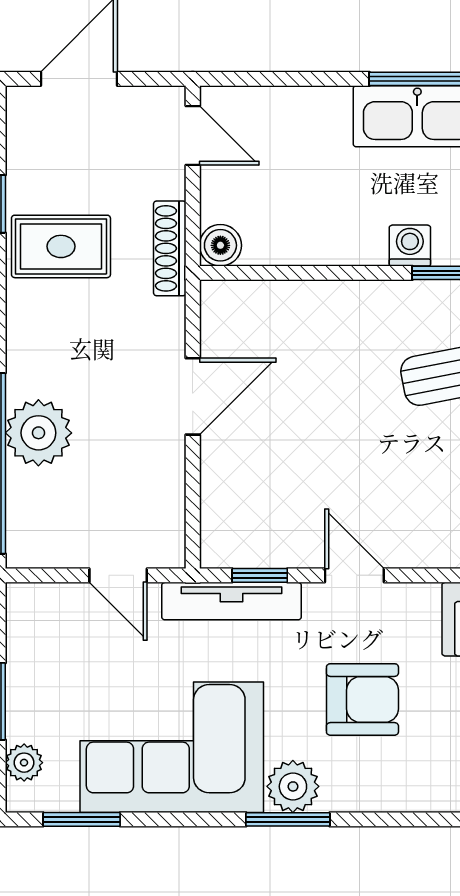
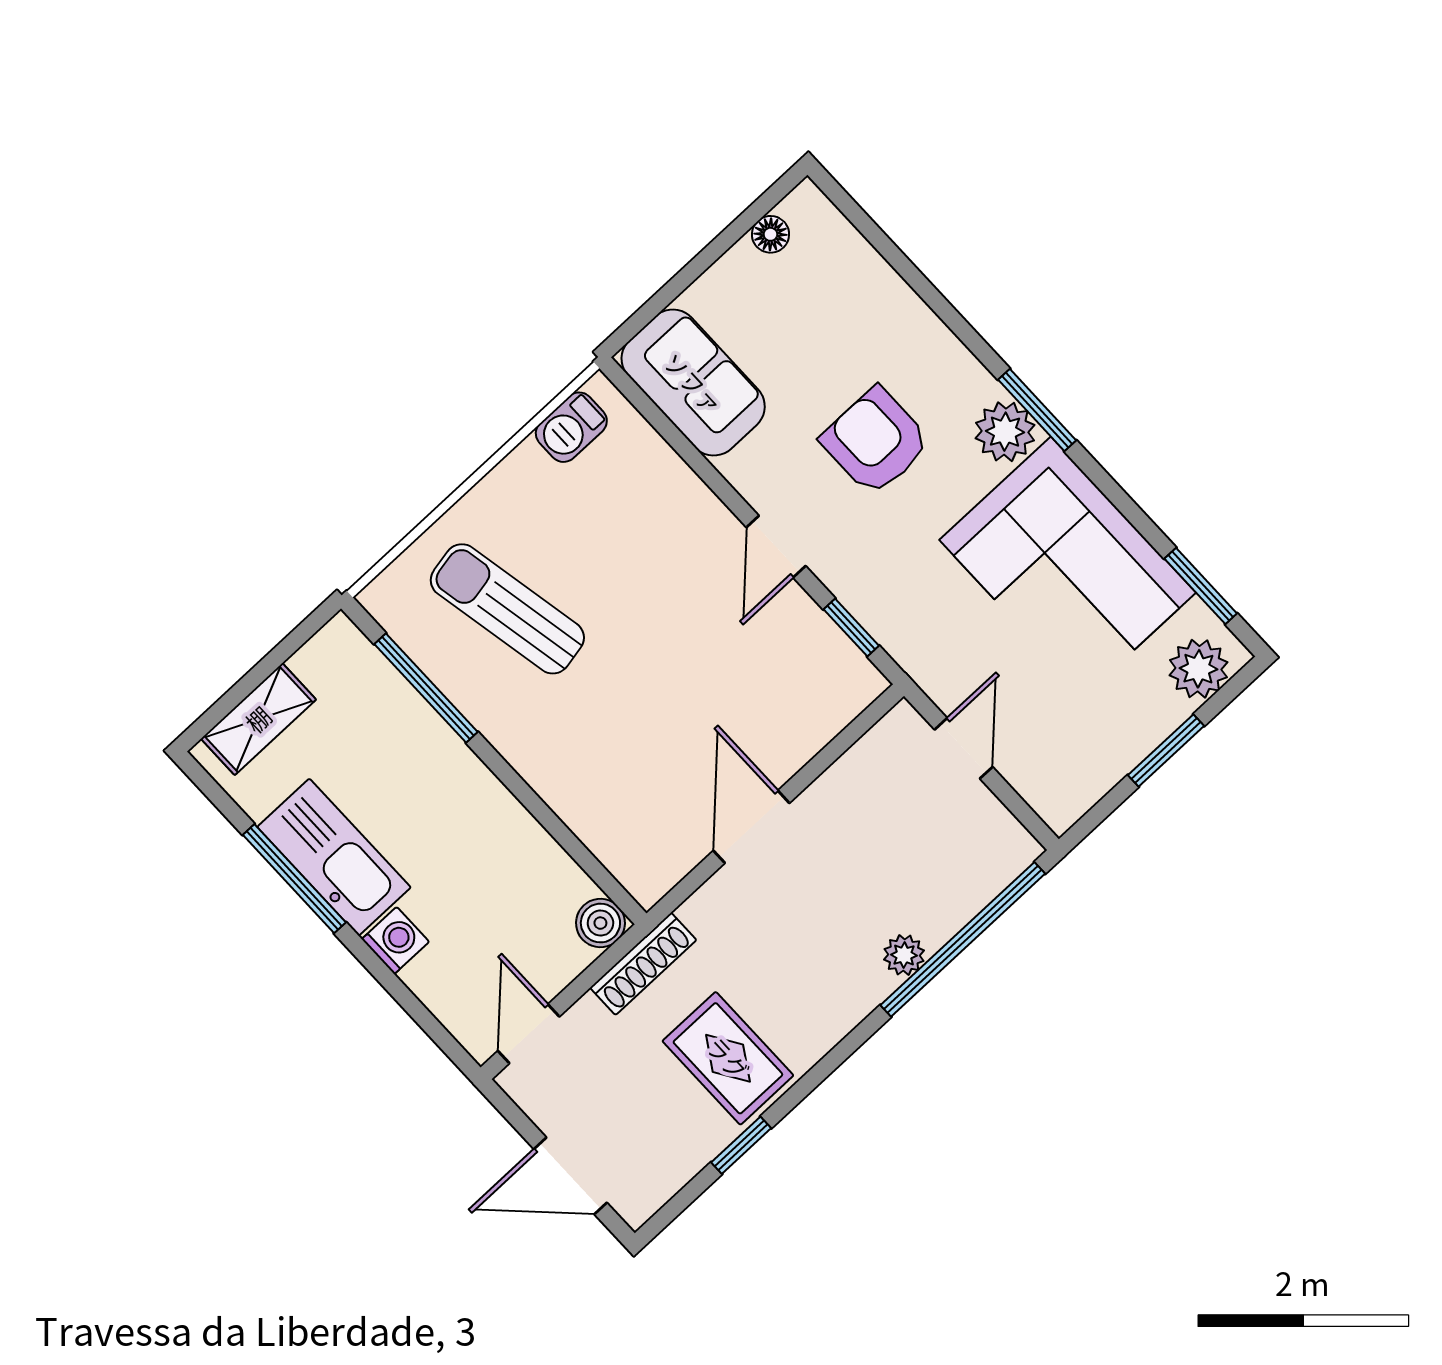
washing machine: (410, 246) -> (395, 941), moved, turned 180
door: (193, 396) -> (751, 827), hinge flipped
plant: (38, 433) -> (904, 955), width x0.53, depth x0.53
tv unit: (232, 601) -> (895, 631), removed
plant: (24, 763) -> (1198, 669), width x1.38, depth x1.38

